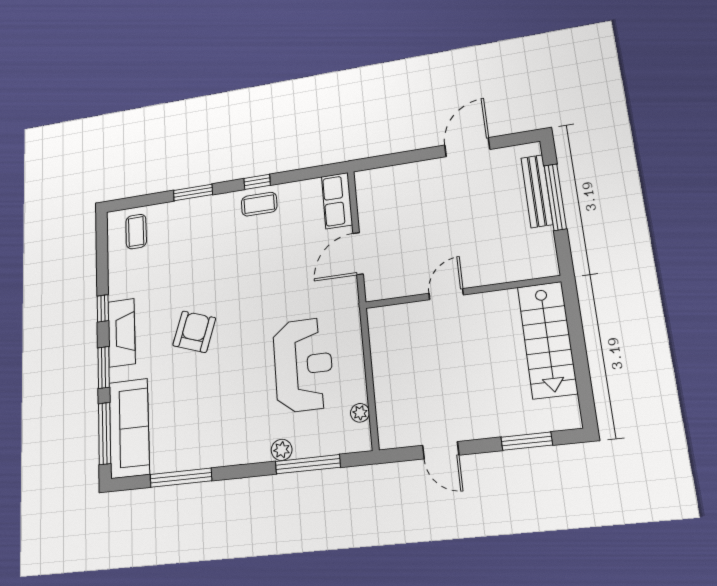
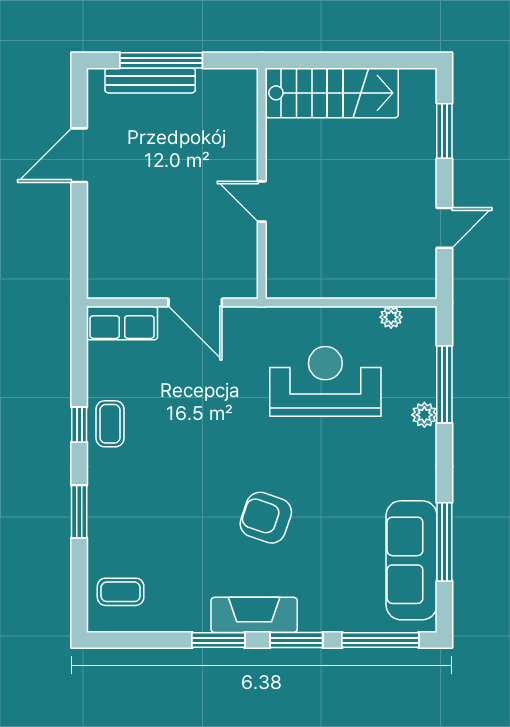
door: (467, 147) -> (79, 155), hinge flipped
window: (103, 308) -> (218, 640), width x1.50
sofa: (129, 428) -> (412, 560), moved, turned -90

